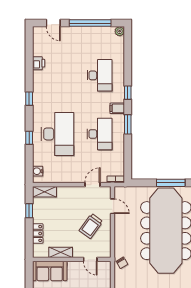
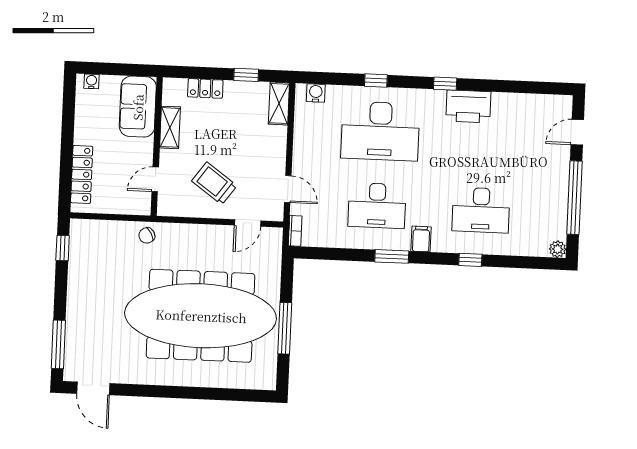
printer: (39, 63) -> (468, 106), moved, width x1.87, depth x1.48
window: (128, 93) -> (470, 260), moved

